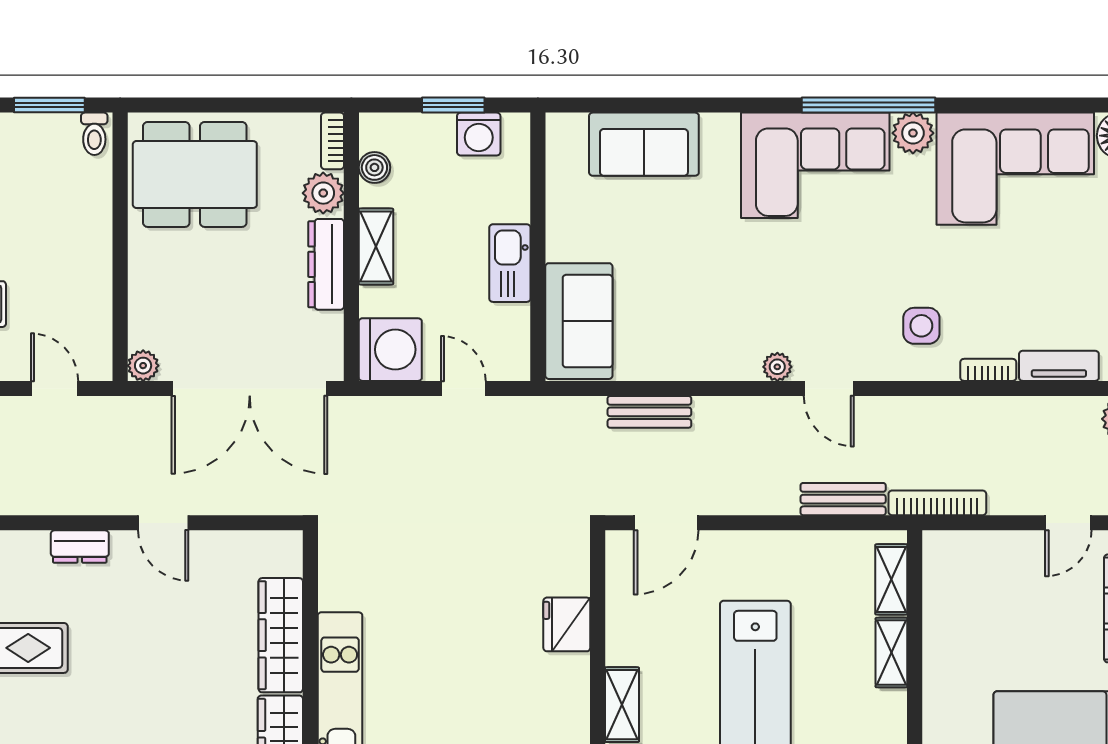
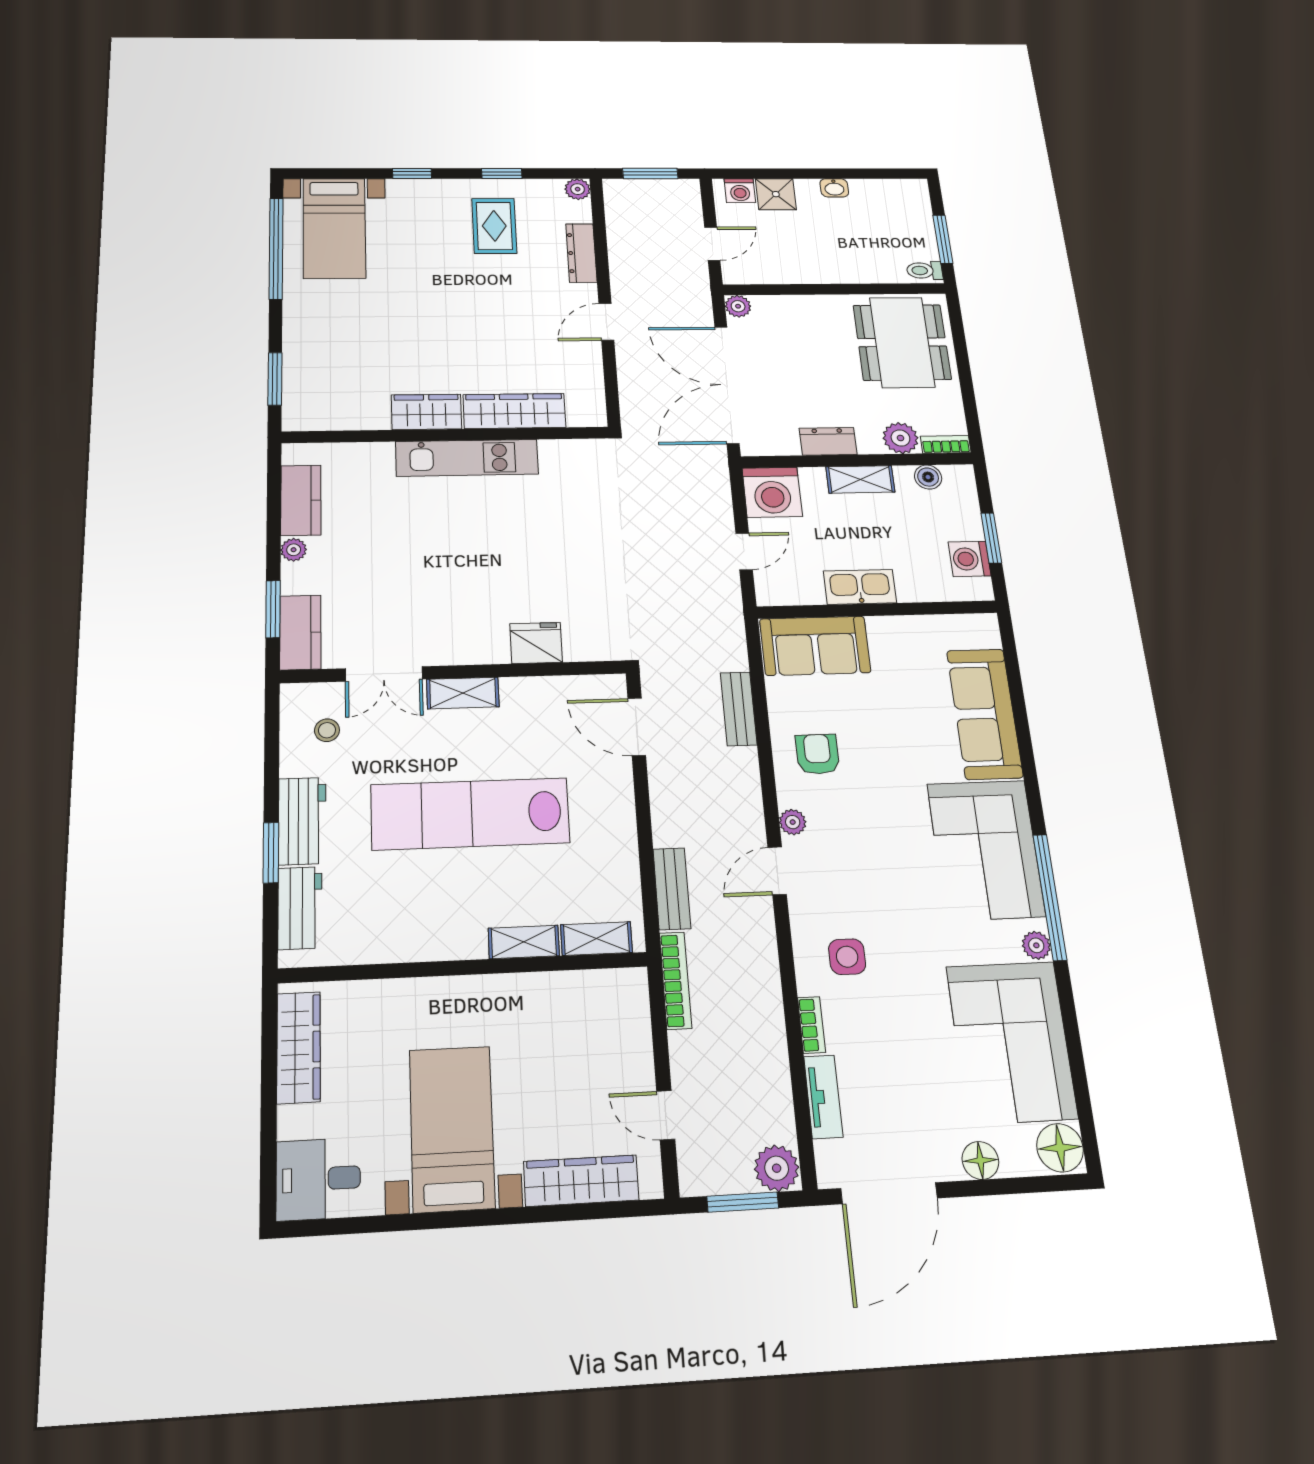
plant: (913, 133) -> (1036, 945), width x0.73, depth x0.73
sofa: (644, 144) -> (985, 714), width x1.36
dresser: (326, 264) -> (828, 441), width x0.70
armchair: (703, 332) -> (818, 754), added
dresser: (80, 546) -> (581, 253), width x1.44

